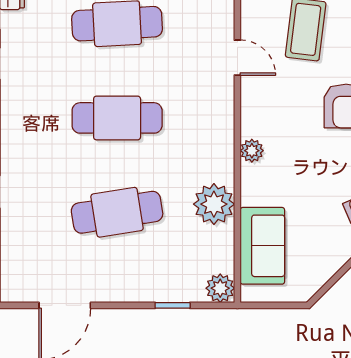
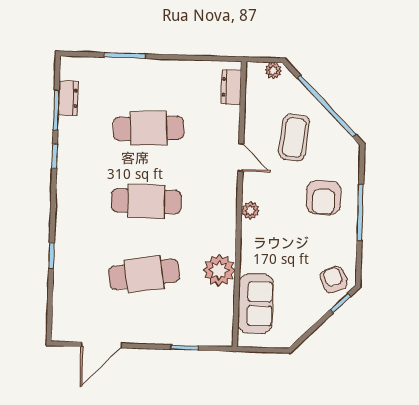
plant: (252, 151) -> (250, 210), moved
plant: (220, 288) -> (222, 335), removed

